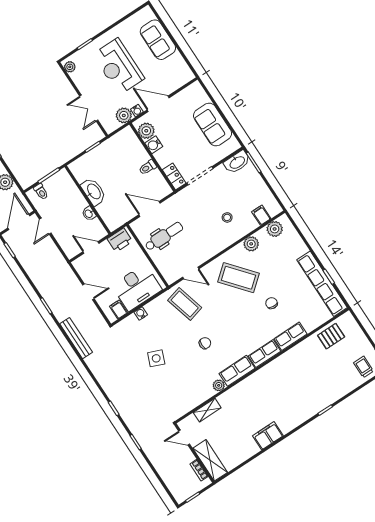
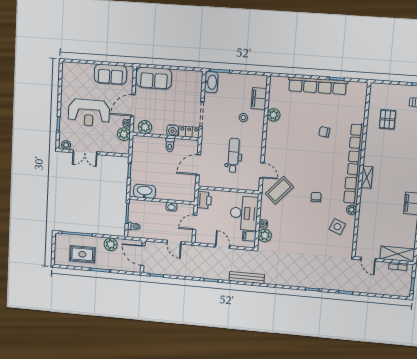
sofa: (158, 40) -> (110, 74), moved
double door: (89, 108) -> (85, 152), moved
sofa: (213, 125) -> (154, 78), moved
water cooler: (154, 145) -> (172, 130), moved
washbasin: (94, 192) -> (145, 191), moved
filing cabinet: (261, 215) -> (259, 98), width x2.00
door: (45, 226) -> (174, 242), moved
plant: (275, 229) -> (265, 235), moved
dental chair: (164, 236) -> (233, 155), moved
door: (191, 273) -> (262, 170), hinge flipped
coffee table: (238, 278) -> (290, 141), removed
row of seats: (322, 284) -> (318, 86), moved
door: (88, 292) -> (222, 246), hinge flipped
coffee table: (185, 304) -> (279, 190), turned -33
pallet: (331, 336) -> (387, 119), moved
side table: (156, 358) -> (337, 227), moved
shelving: (207, 410) -> (367, 177), moved
door: (184, 438) -> (368, 259), hinge flipped

